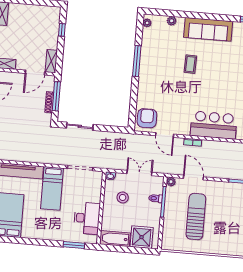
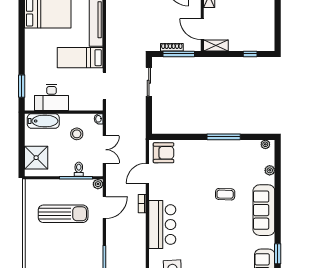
bathtub: (115, 239) -> (43, 121), moved, turned 90

